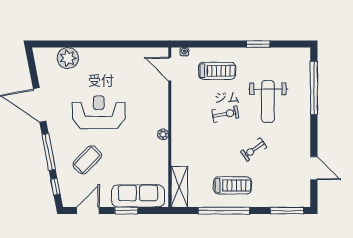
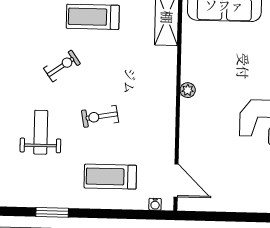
weight bench: (268, 102) -> (41, 132), width x0.73, depth x0.75

